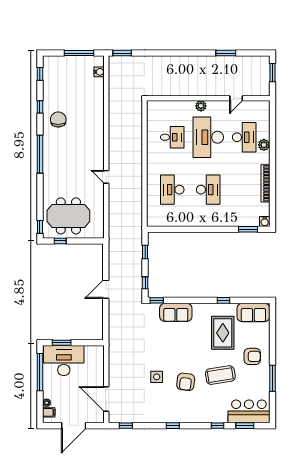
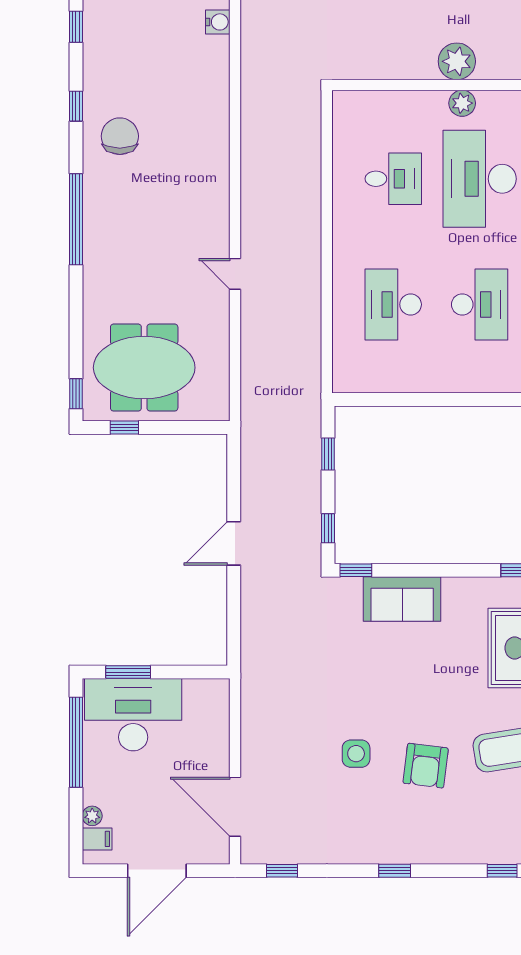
plant: (199, 88) -> (457, 61), added

